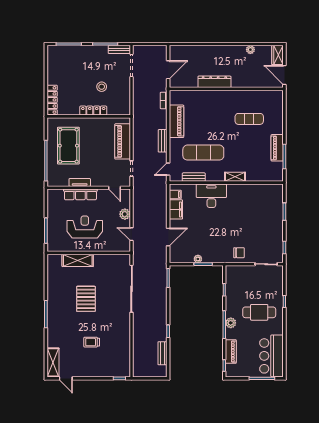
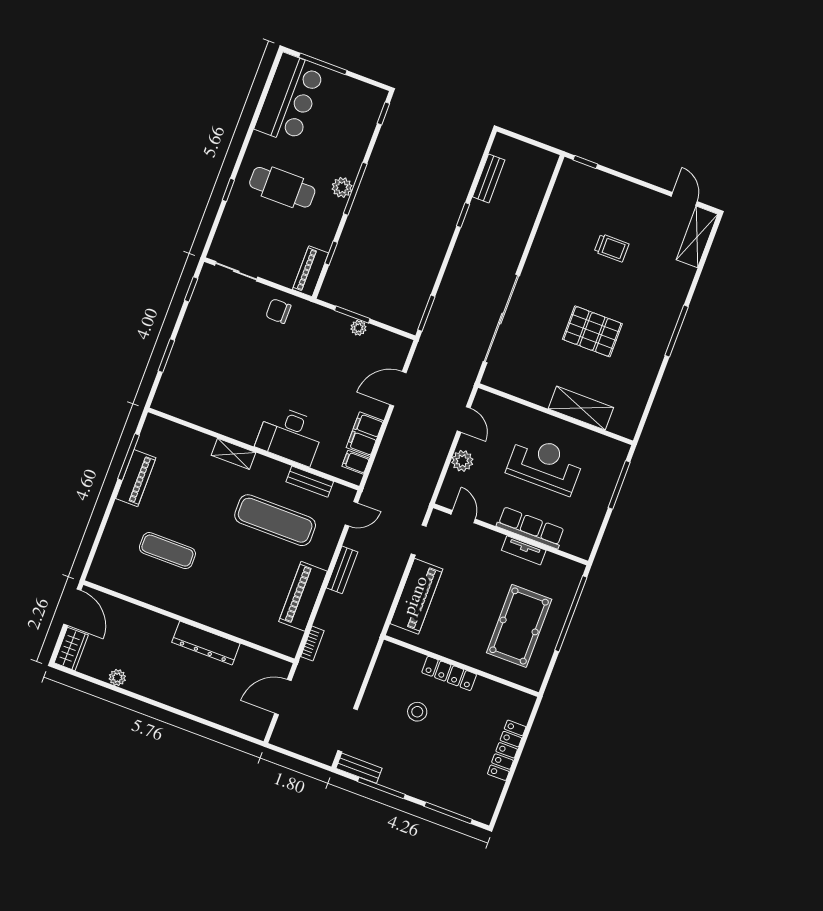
locker: (52, 100) -> (507, 750), moved
reception desk: (85, 227) -> (545, 465), turned 180
pallet: (86, 299) -> (592, 331), turned 90
piano: (231, 352) -> (310, 271), moved

